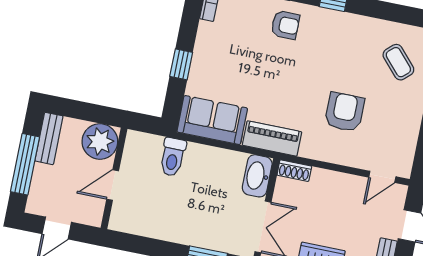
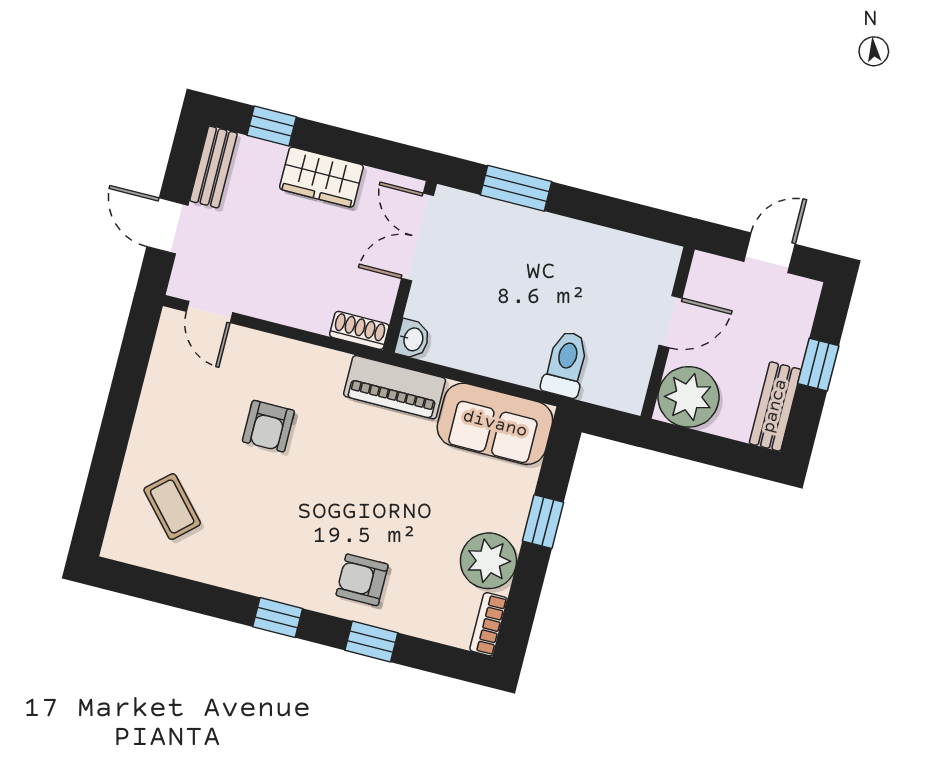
plant: (212, 40) -> (488, 561), added
armchair: (345, 112) -> (268, 426), width x0.72, depth x0.72
window: (25, 164) -> (818, 365), width x0.46
washbasin: (257, 176) -> (413, 339), width x0.52, depth x0.69
door: (382, 177) -> (209, 312), swing flipped

